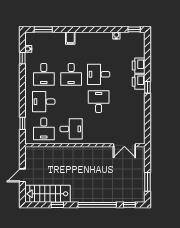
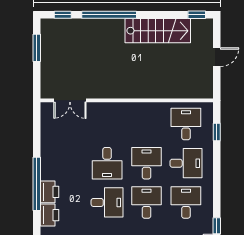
window: (147, 87) -> (37, 184), width x3.17
desk: (71, 129) -> (146, 163), moved, turned 90
double door: (124, 145) -> (70, 100), swing flipped
stairs: (47, 194) -> (158, 31), moved
window: (57, 205) -> (197, 15), moved

